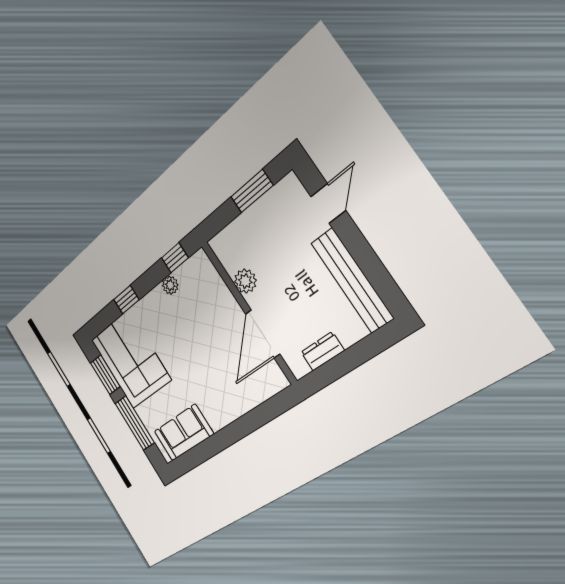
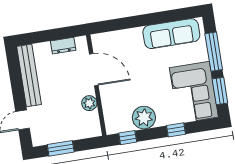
plant: (170, 285) -> (144, 118), width x1.87, depth x1.87
door: (263, 334) -> (94, 70), hinge flipped
sofa: (184, 433) -> (171, 34), width x1.36

